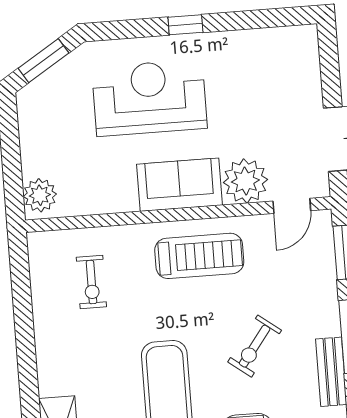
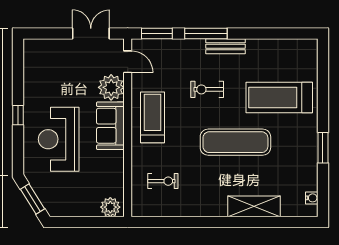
exercise bike: (255, 346) -> (207, 89), turned 143

